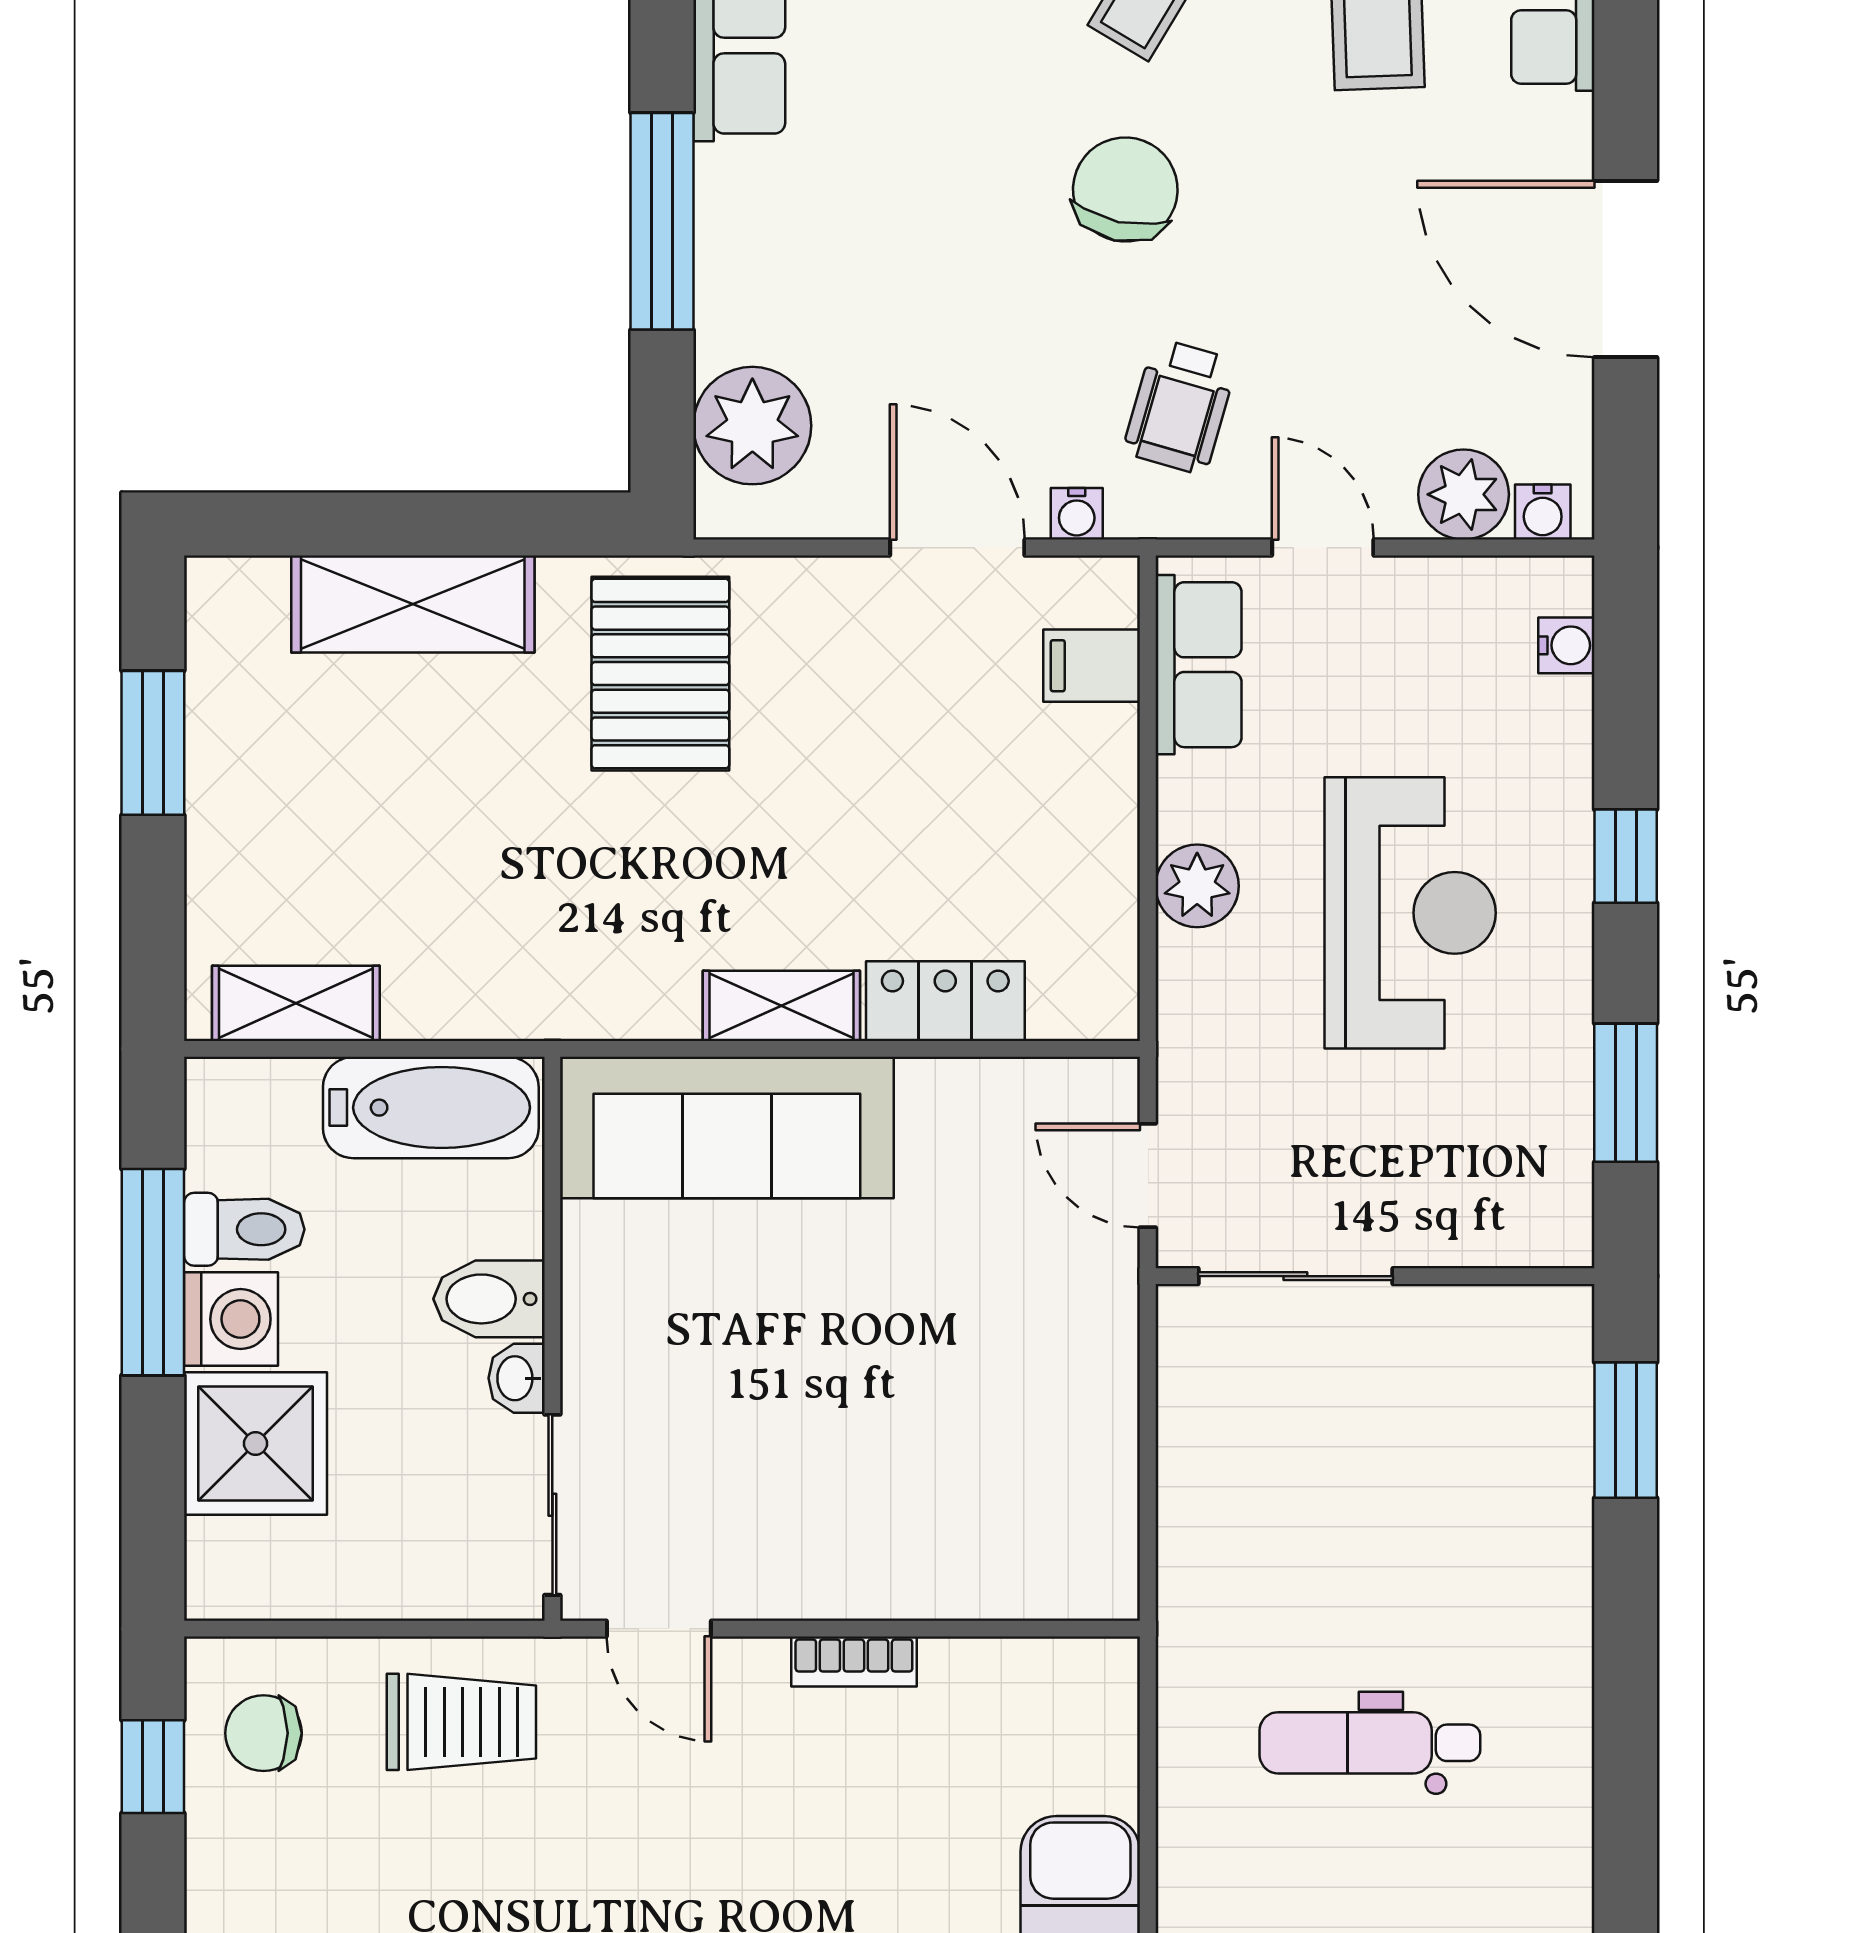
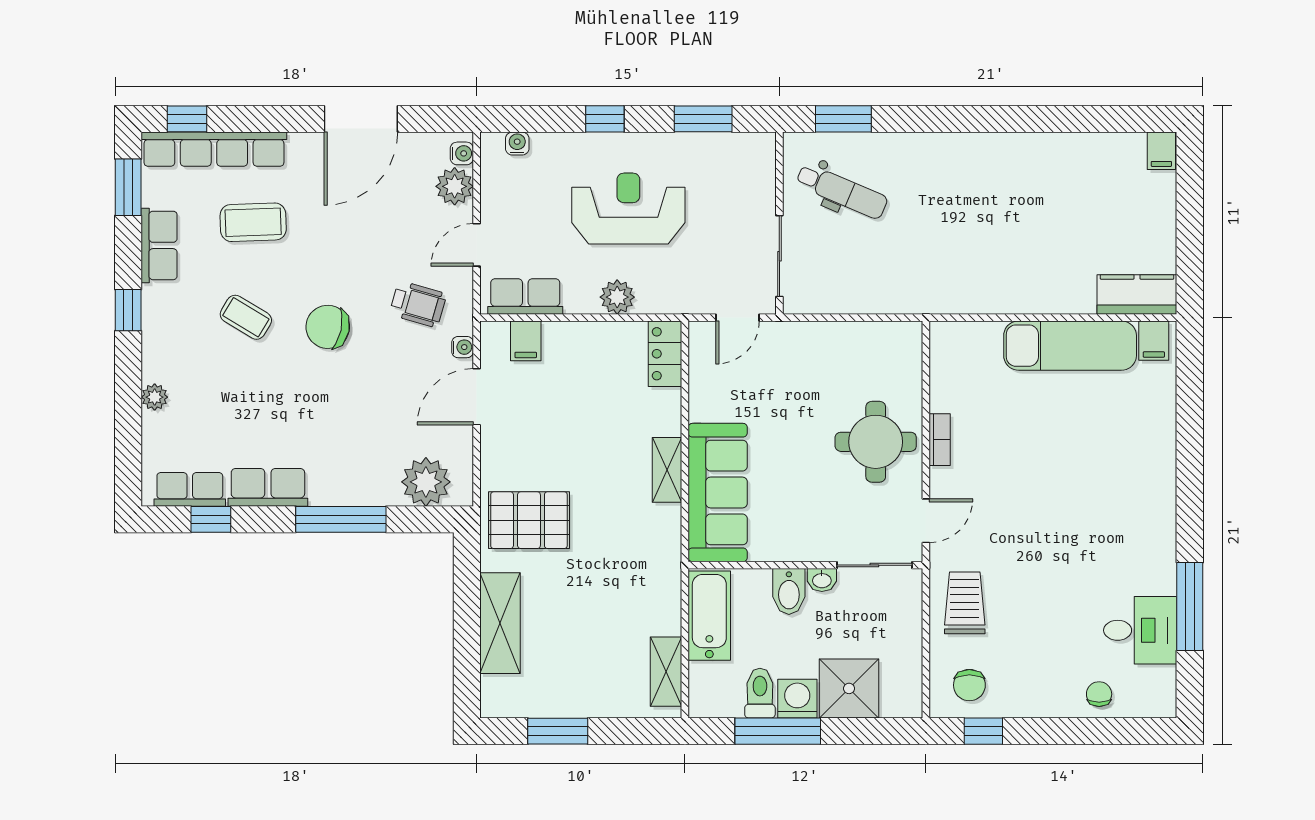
locker: (945, 1001) -> (665, 354), moved
round table: (849, 1508) -> (876, 442), added
dental chair: (1370, 1743) -> (842, 191), moved, turned -67

